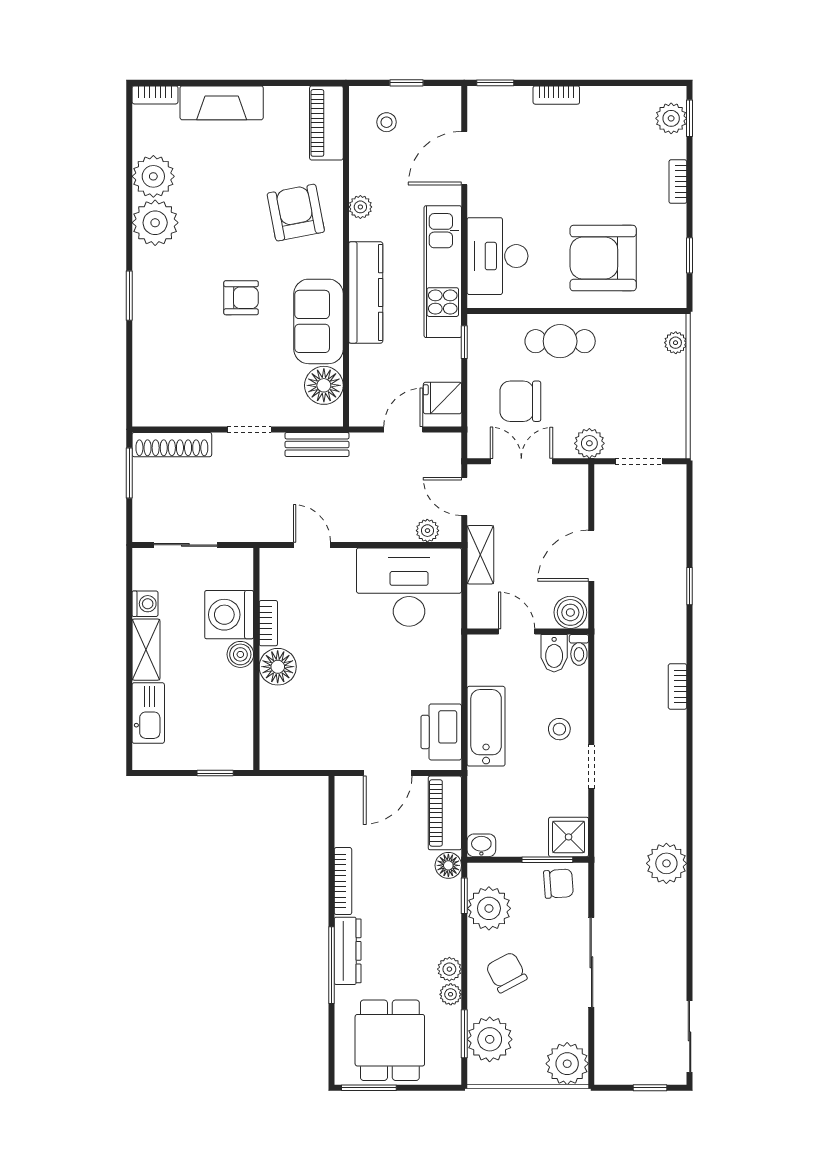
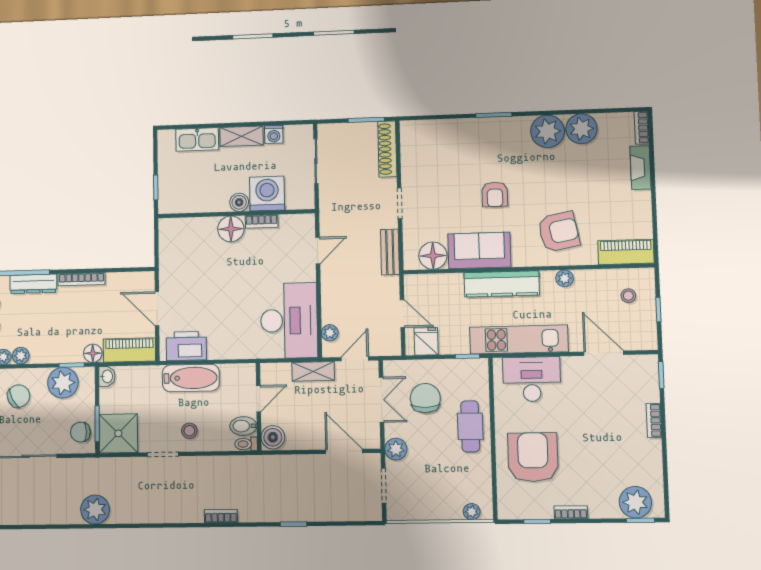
fireplace: (222, 103) -> (640, 168), width x0.73, depth x0.76
plant: (671, 118) -> (635, 502), width x1.36, depth x1.36
bookcase: (678, 182) -> (571, 512), moved
door: (591, 556) -> (344, 451), moved
shower: (569, 837) -> (118, 433), width x1.36, depth x1.36
chair: (559, 884) -> (80, 432), turned 94

